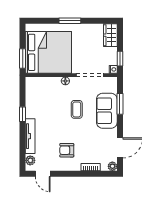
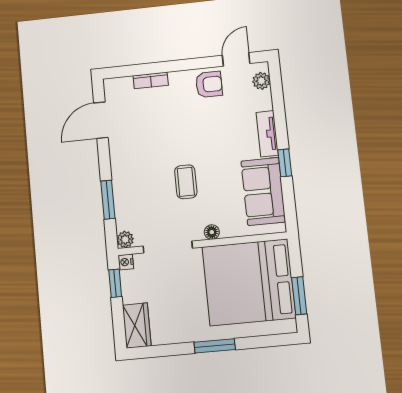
window: (23, 59) -> (299, 296), moved
sofa: (107, 111) -> (263, 191), moved, turned 180
tv unit: (30, 136) -> (267, 134), width x0.71
armchair: (67, 150) -> (209, 84), moved
plant: (112, 166) -> (125, 239), moved
door: (43, 174) -> (236, 59), hinge flipped

